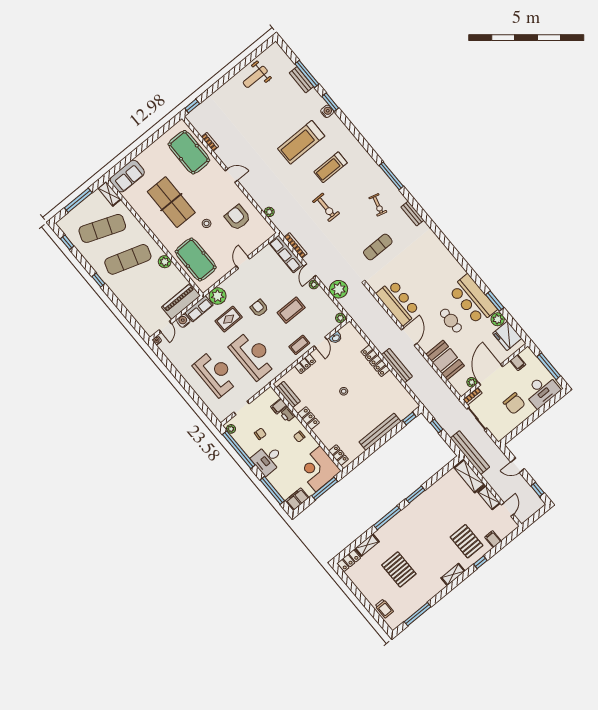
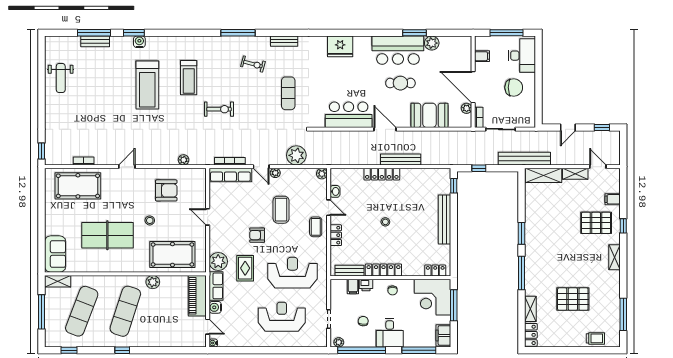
armchair: (238, 218) -> (166, 190), turned 180
fridge: (507, 336) -> (340, 46), moved
locker: (309, 418) -> (383, 270), width x1.53

